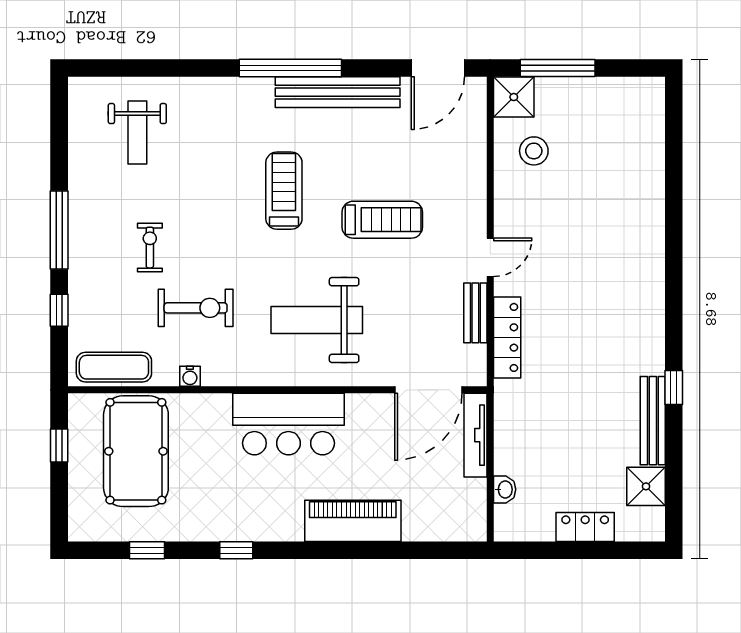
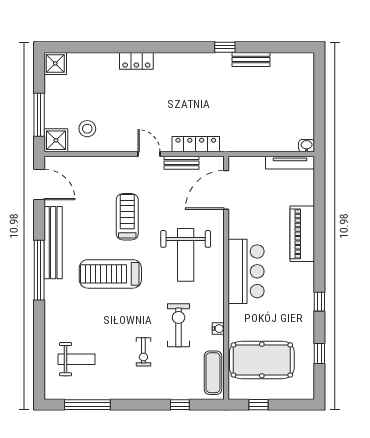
treadmill: (284, 191) -> (110, 274), width x1.37, depth x1.38
window: (59, 230) -> (87, 405), moved
exercise bike: (150, 248) -> (143, 352), turned -90
door: (428, 390) -> (226, 190), swing flipped
bench: (653, 421) -> (251, 59), width x0.73
tv unit: (475, 435) -> (290, 163), moved
shower: (646, 486) -> (55, 63), moved
washbasin: (505, 489) -> (307, 146), moved
locker: (585, 527) -> (136, 61), moved, turned -90

